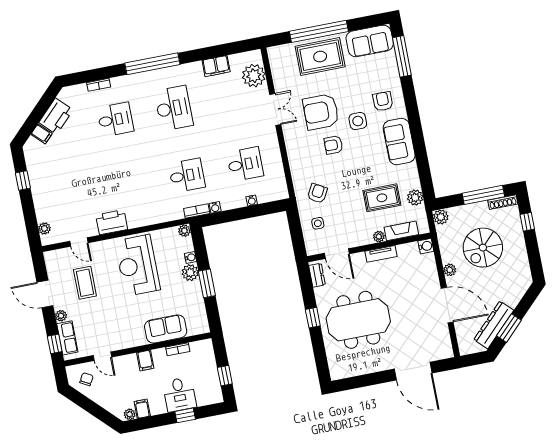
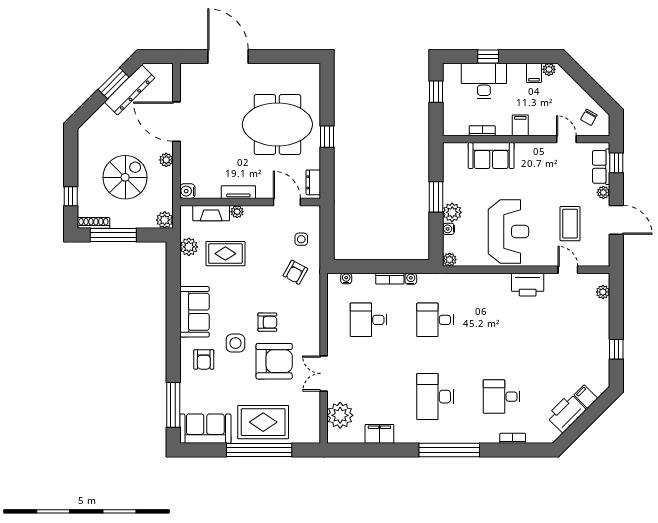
water cooler: (252, 200) -> (346, 278), moved
bookcase: (197, 211) -> (390, 279), moved
desk: (179, 394) -> (484, 81), width x1.37

